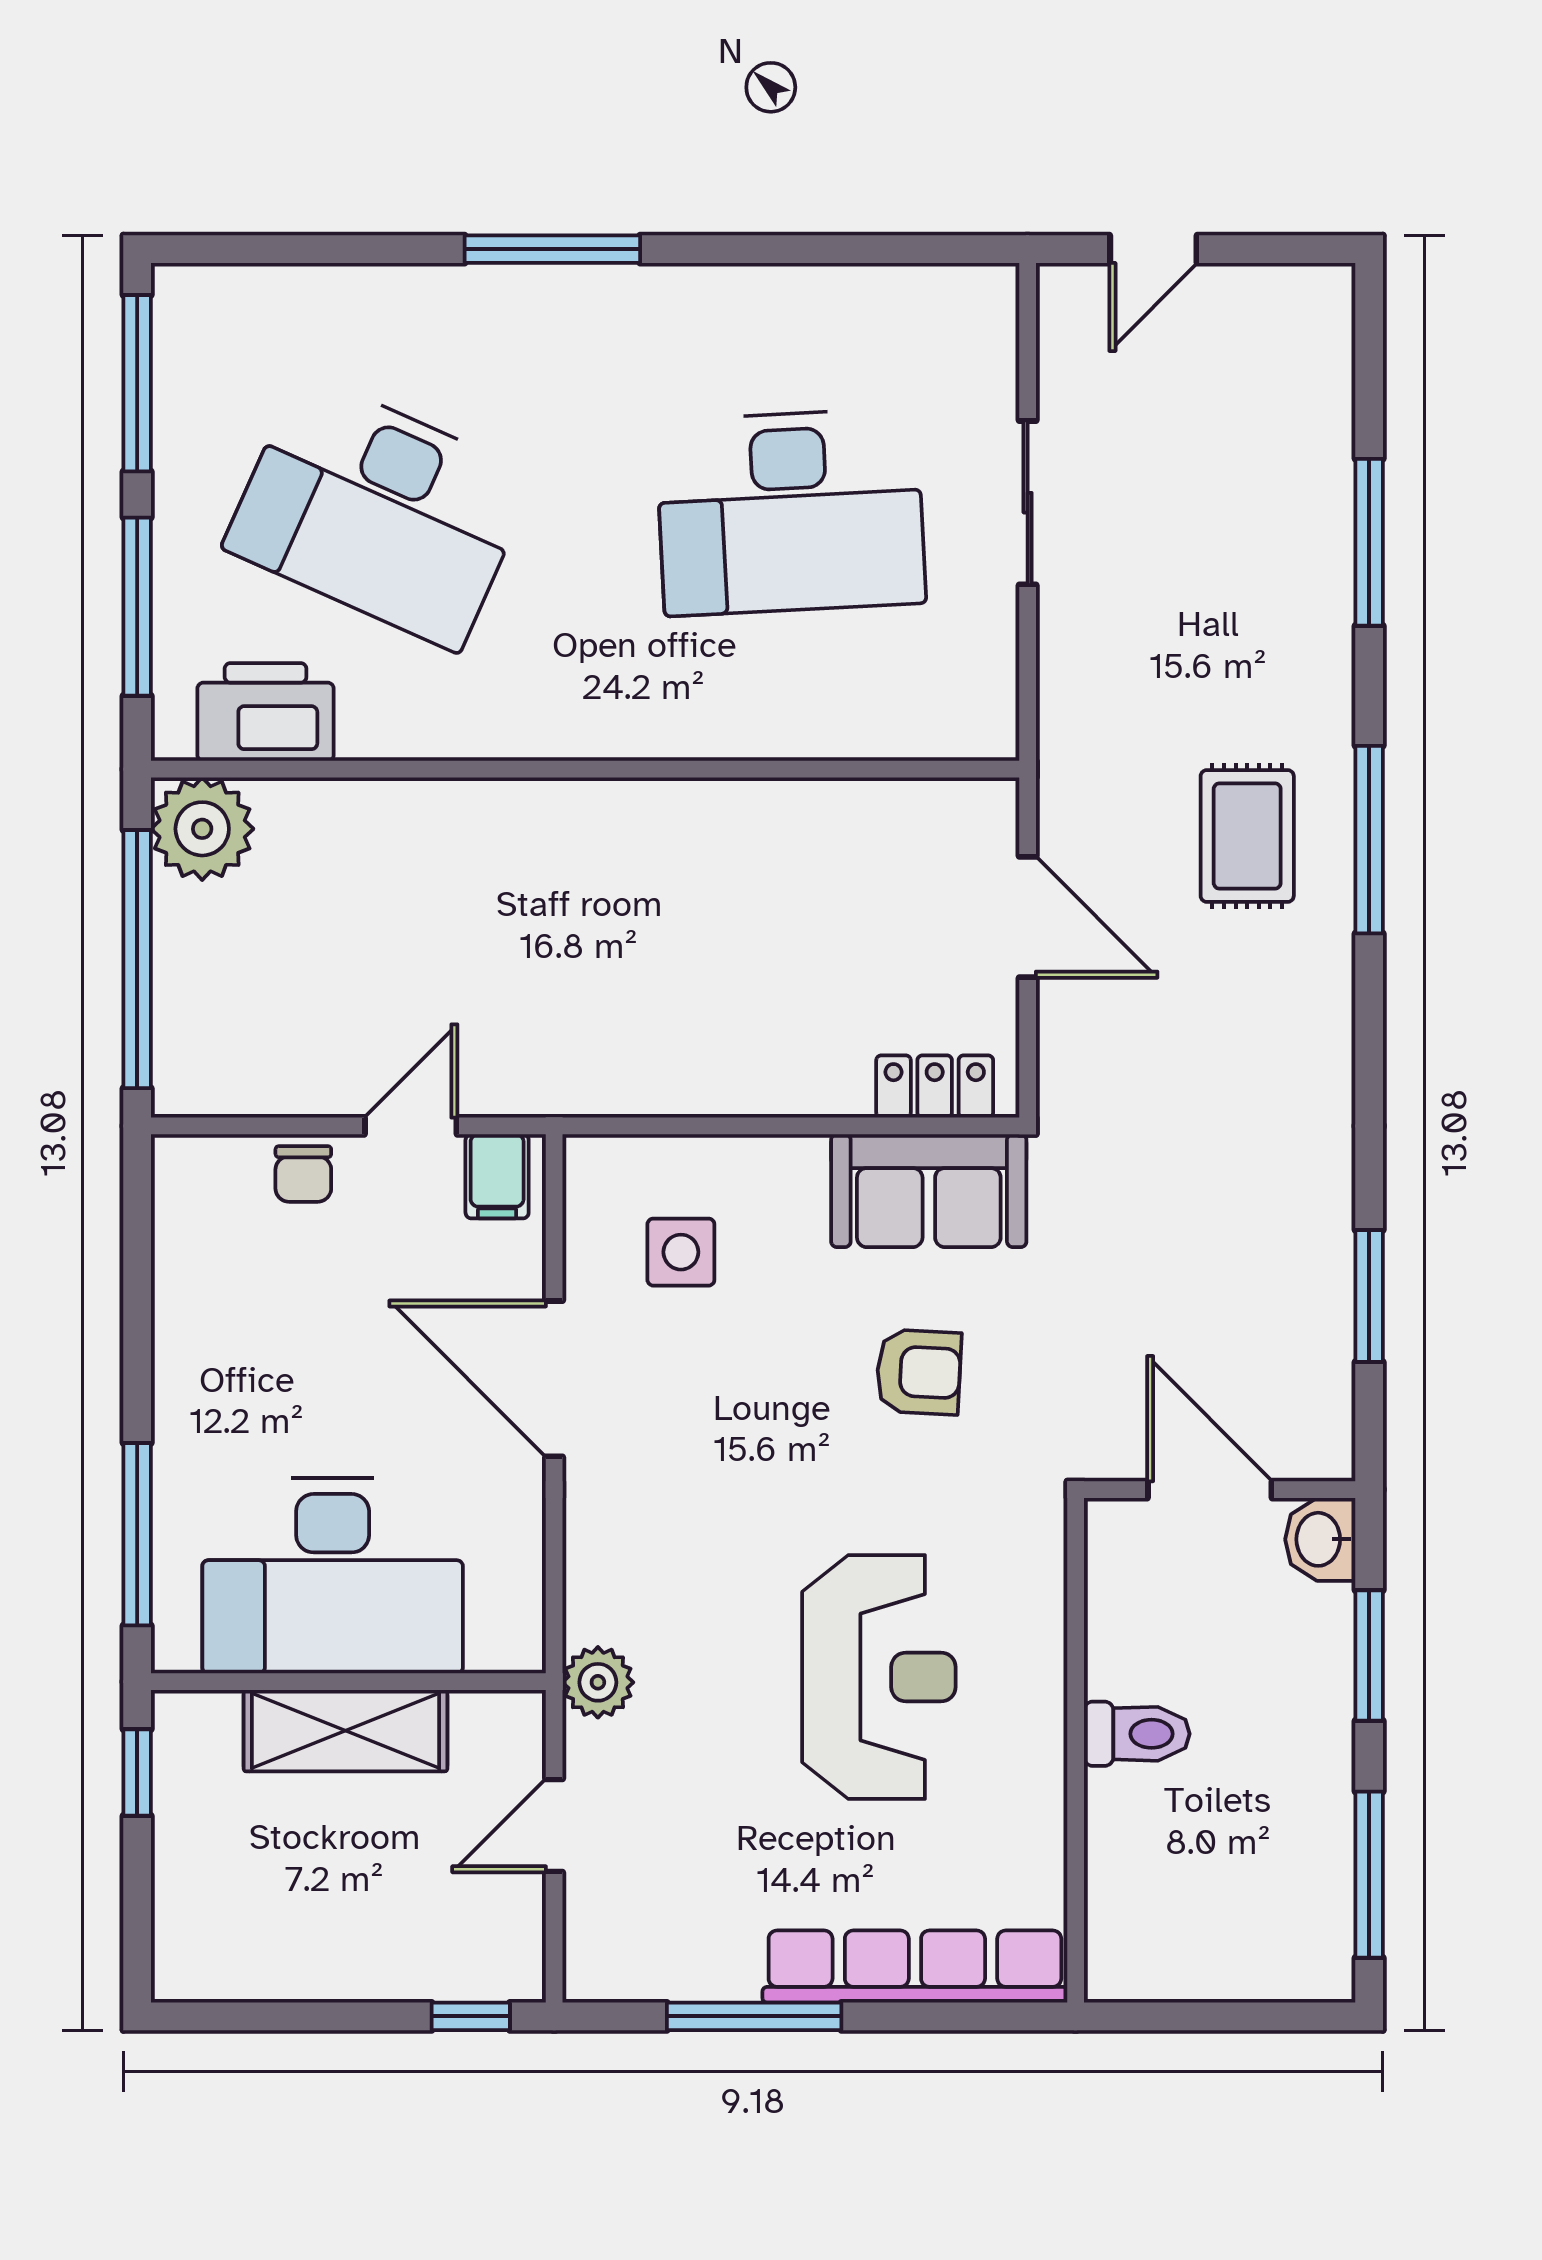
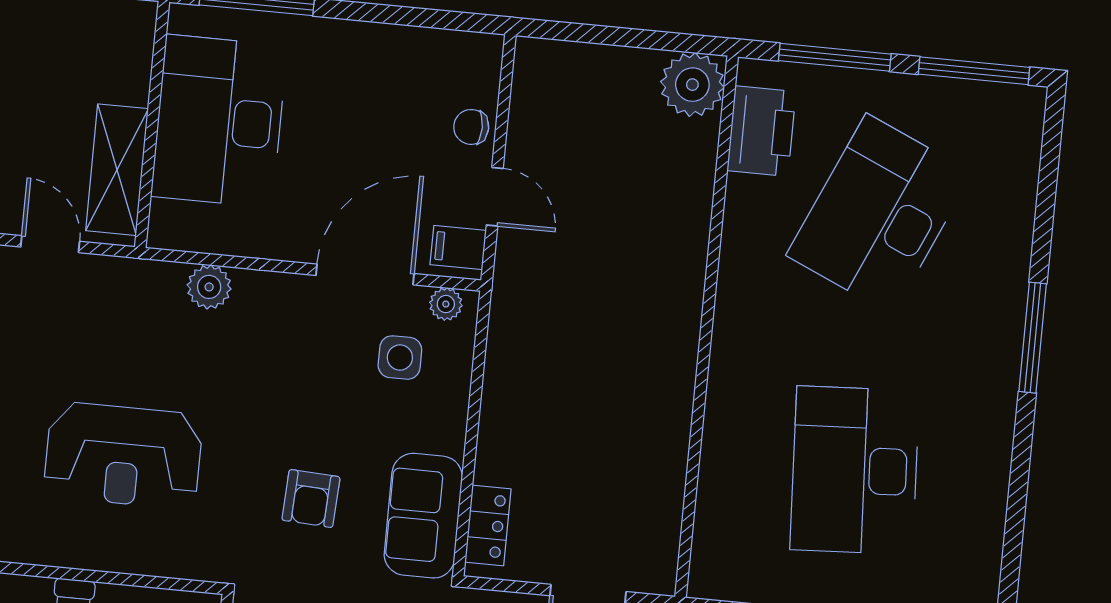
window: (137, 959) -> (615, 36), removed
plant: (589, 1187) -> (446, 304), added
door: (554, 1379) -> (365, 274), moved
plant: (598, 1682) -> (209, 287), moved
shelving: (345, 1731) -> (117, 170), moved

